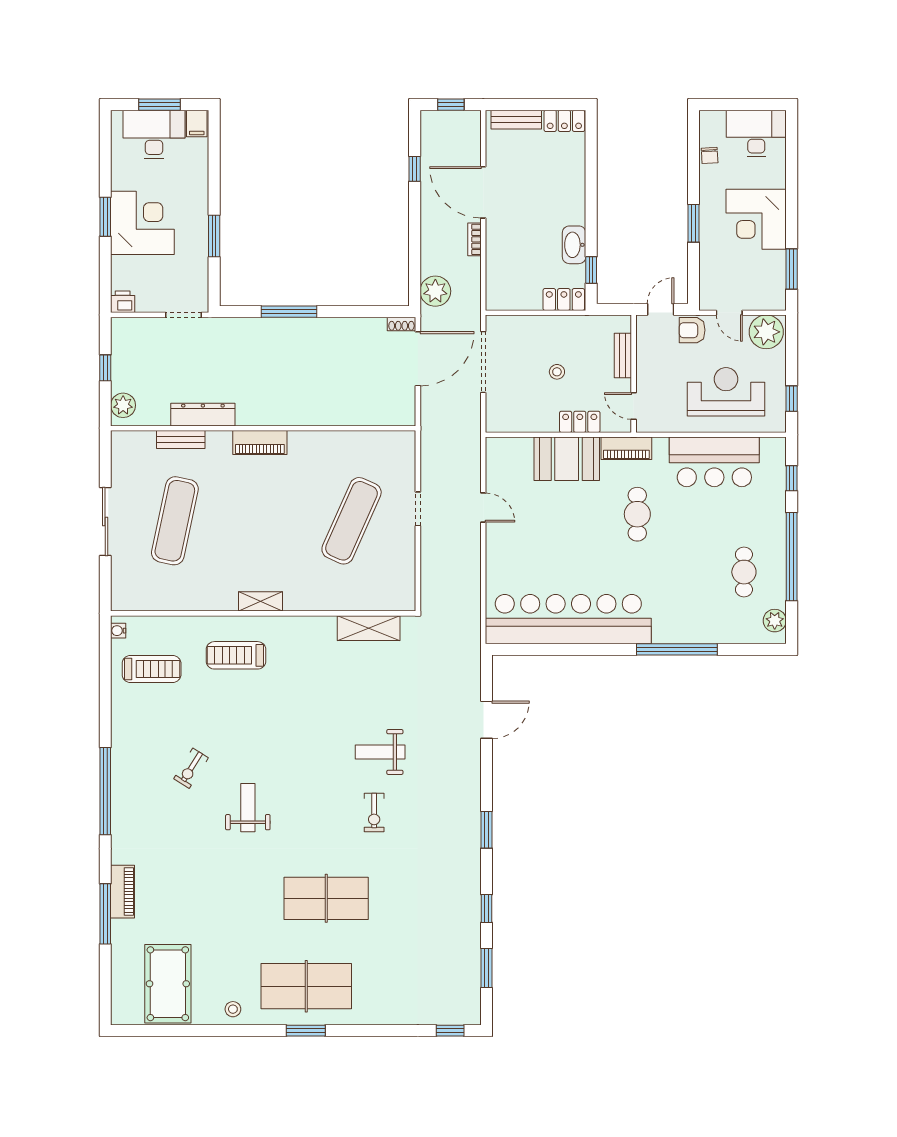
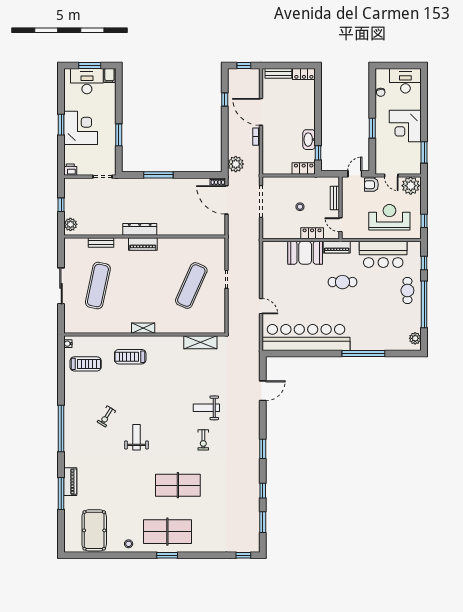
door: (418, 359) -> (226, 200), swing flipped
dresser: (203, 415) -> (140, 229), moved
door: (483, 508) -> (261, 306), moved
cafe table: (637, 514) -> (342, 282), turned 90
cafe table: (744, 572) -> (407, 291), moved

